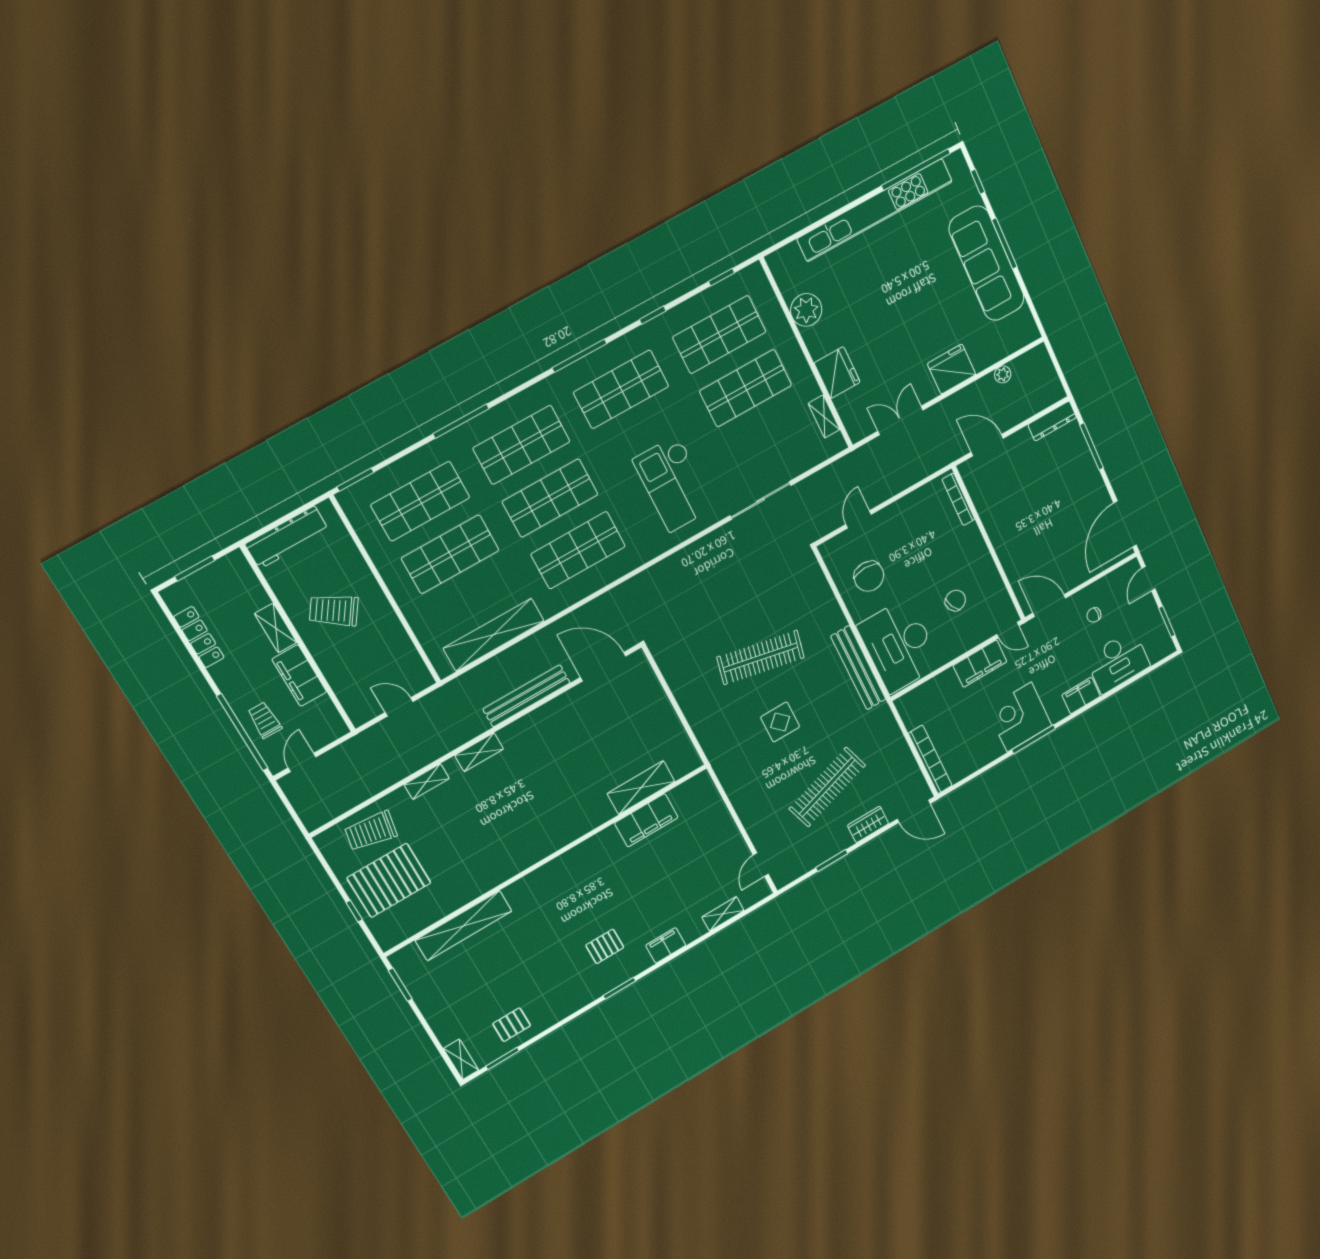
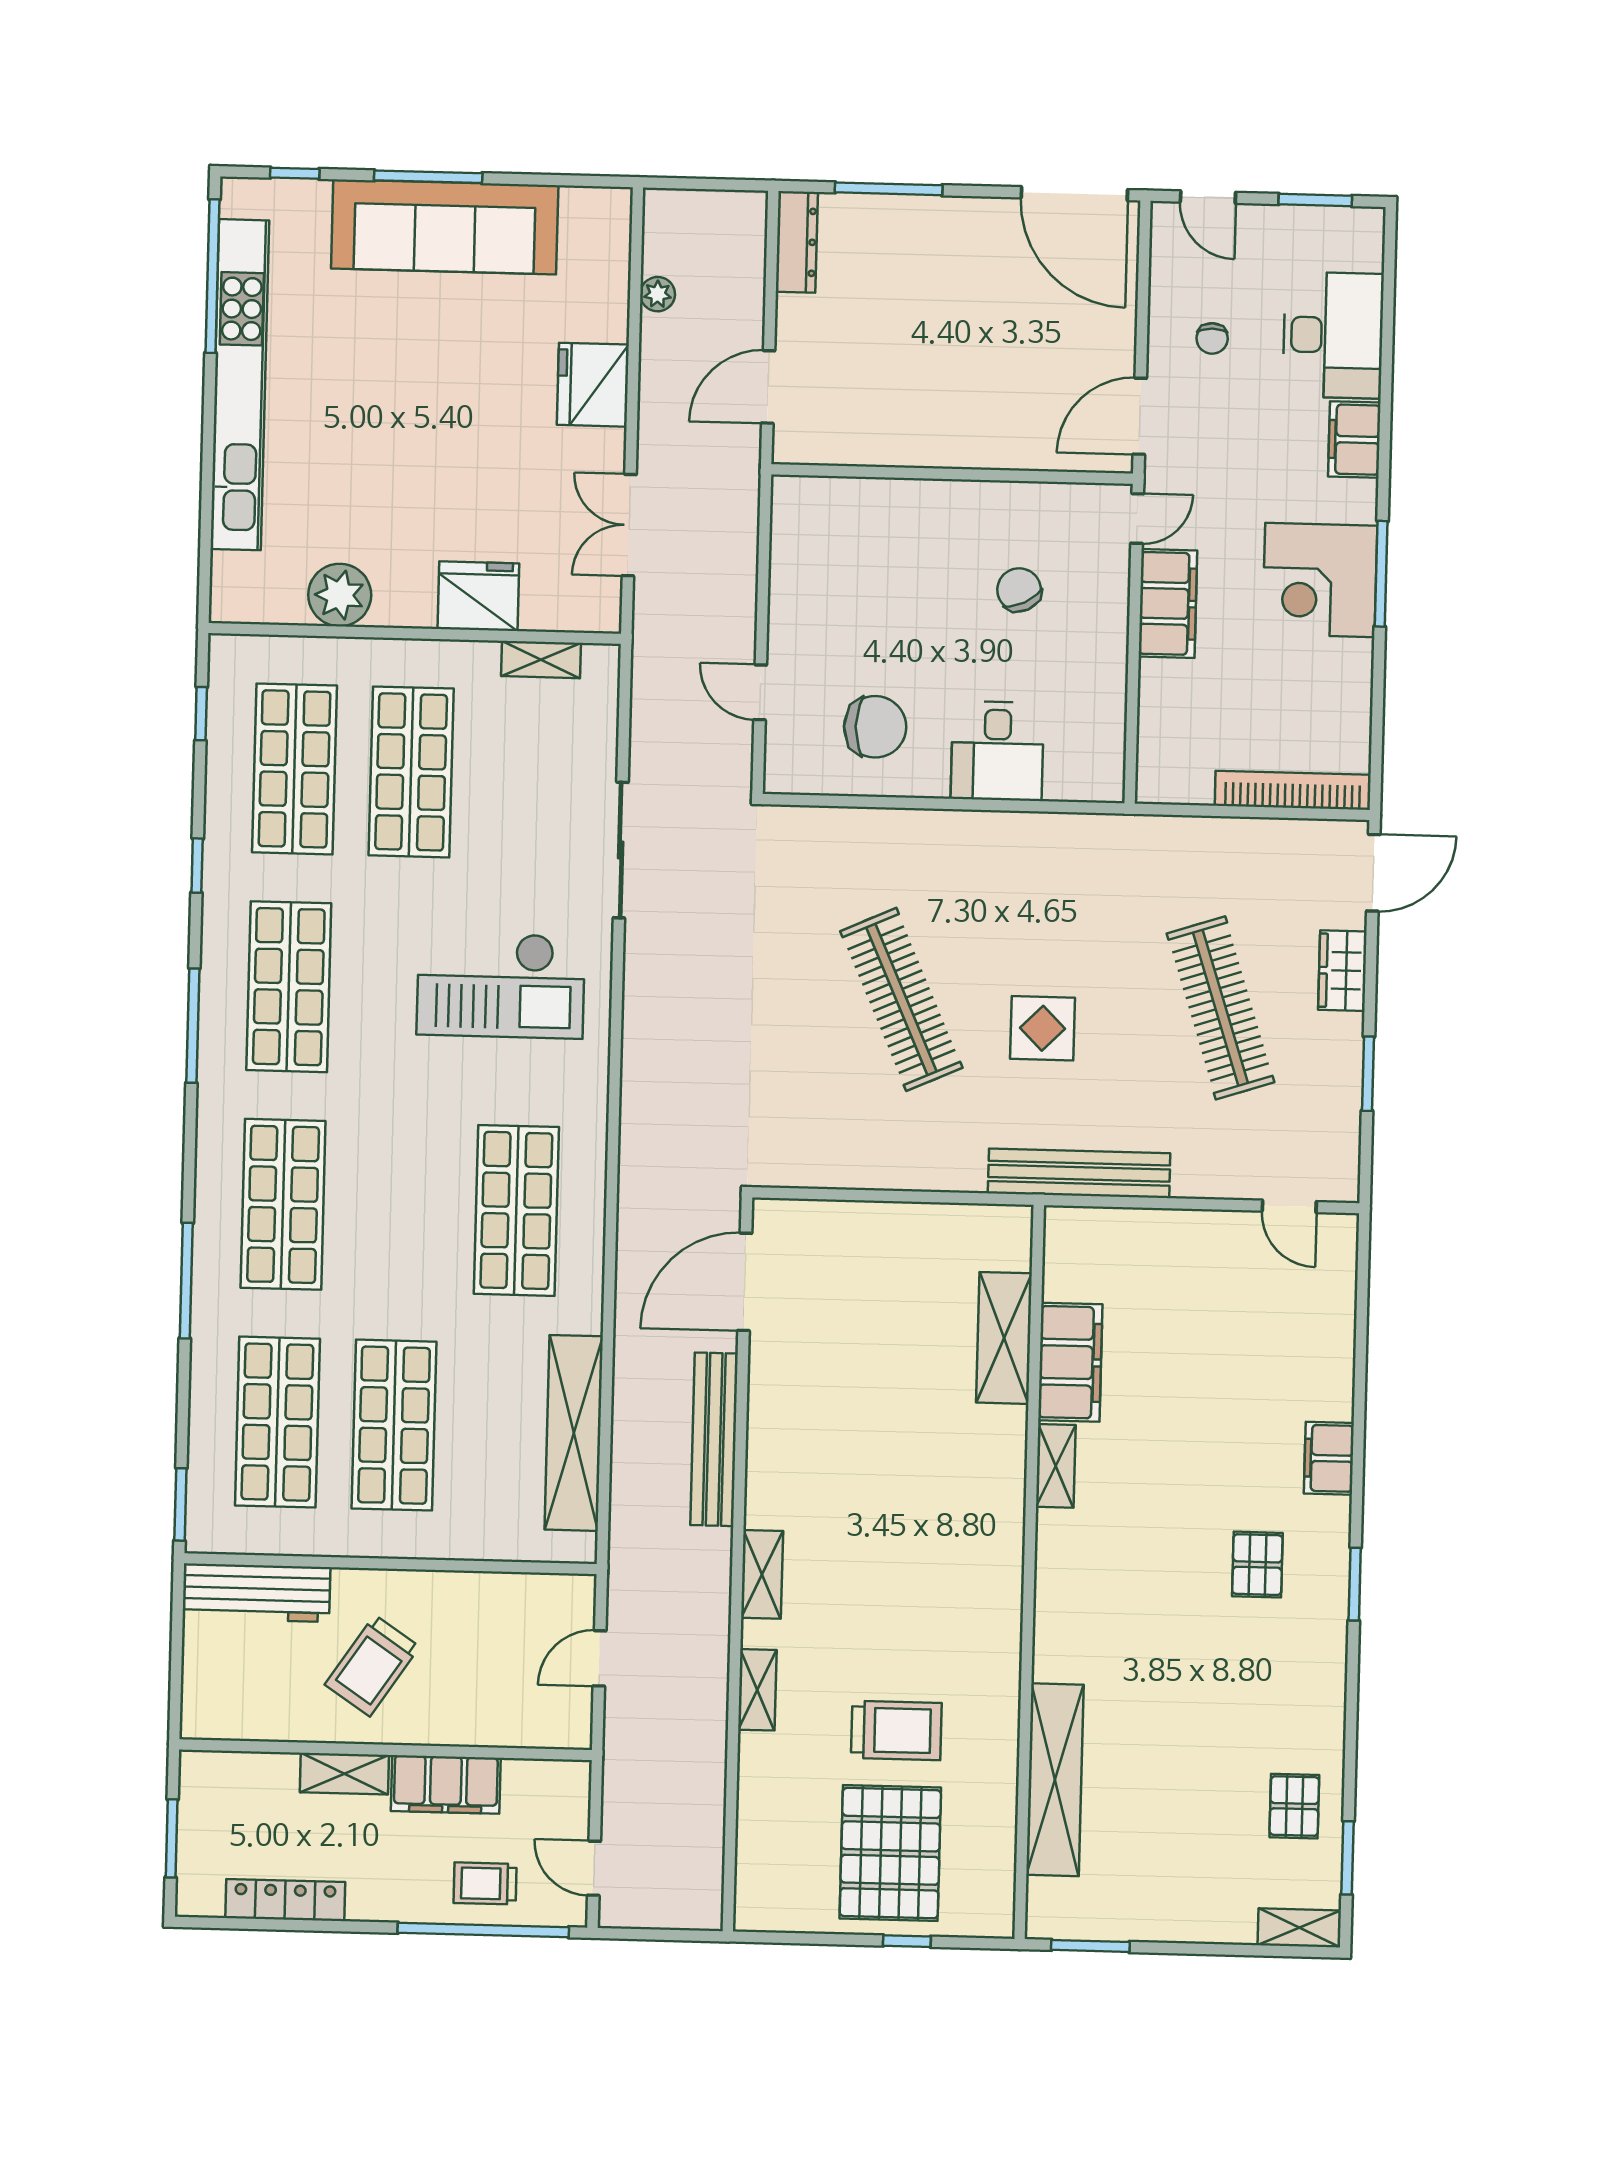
shop shelf: (550, 498) -> (400, 1207), removed
bookcase: (958, 499) -> (835, 490), removed
workbench: (287, 537) -> (257, 1593), moved, turned 90
desk: (899, 645) -> (997, 751), width x0.53, depth x0.77
clothes rail: (761, 657) -> (901, 999), turned -36
bench: (858, 668) -> (1079, 1173), moved
trolley: (371, 831) -> (896, 1730), moved, turned -100
shelving: (723, 914) -> (1056, 1466), moved

